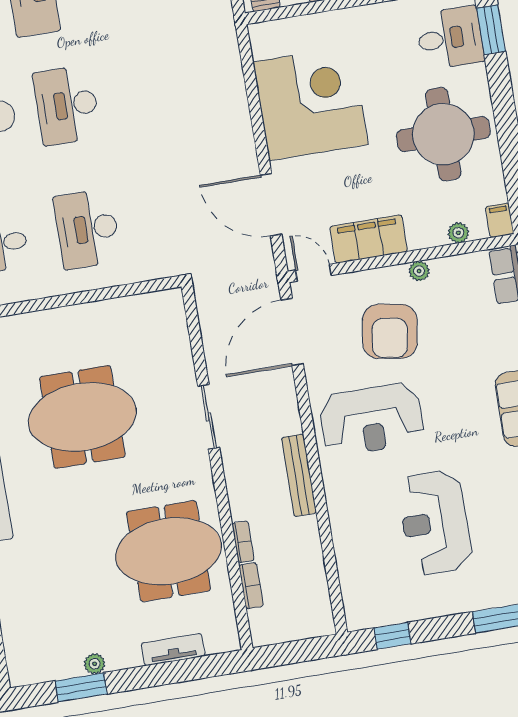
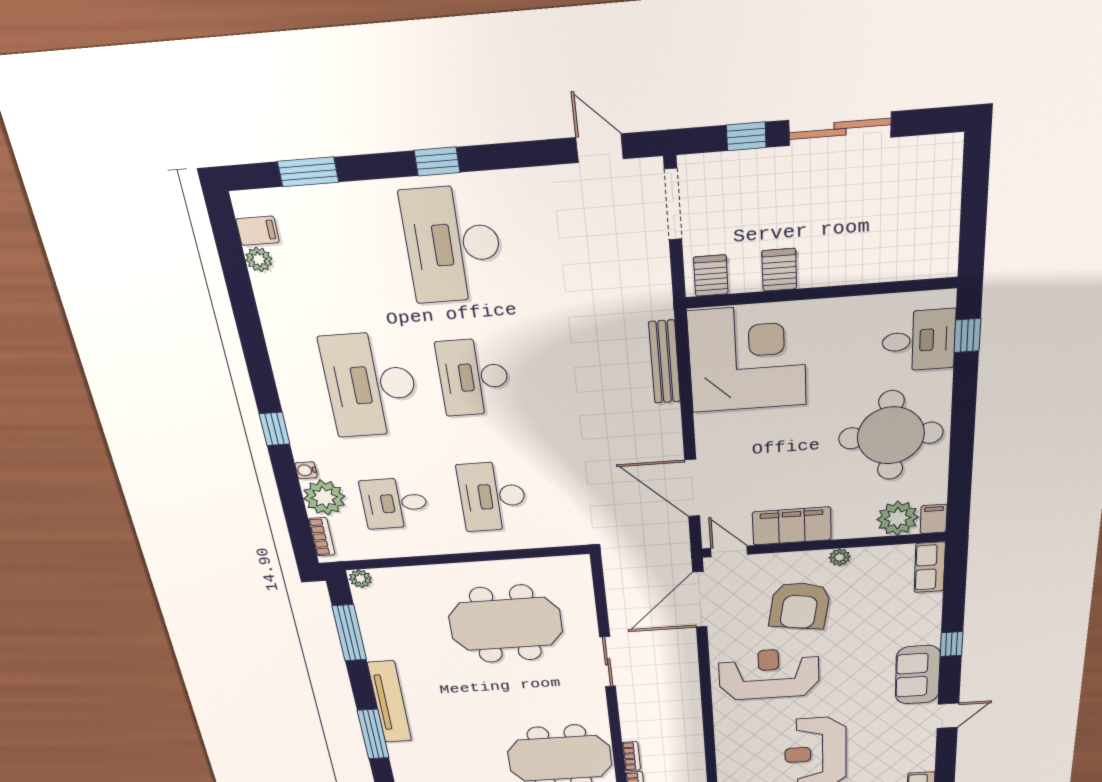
window: (491, 30) -> (967, 335), width x0.67
corner desk: (310, 103) -> (747, 358), moved
plant: (458, 233) -> (898, 518), width x1.88, depth x1.88
meeting table: (82, 417) -> (506, 624), moved
reception desk: (372, 419) -> (769, 674), turned 180
bench: (299, 475) -> (665, 362), moved

